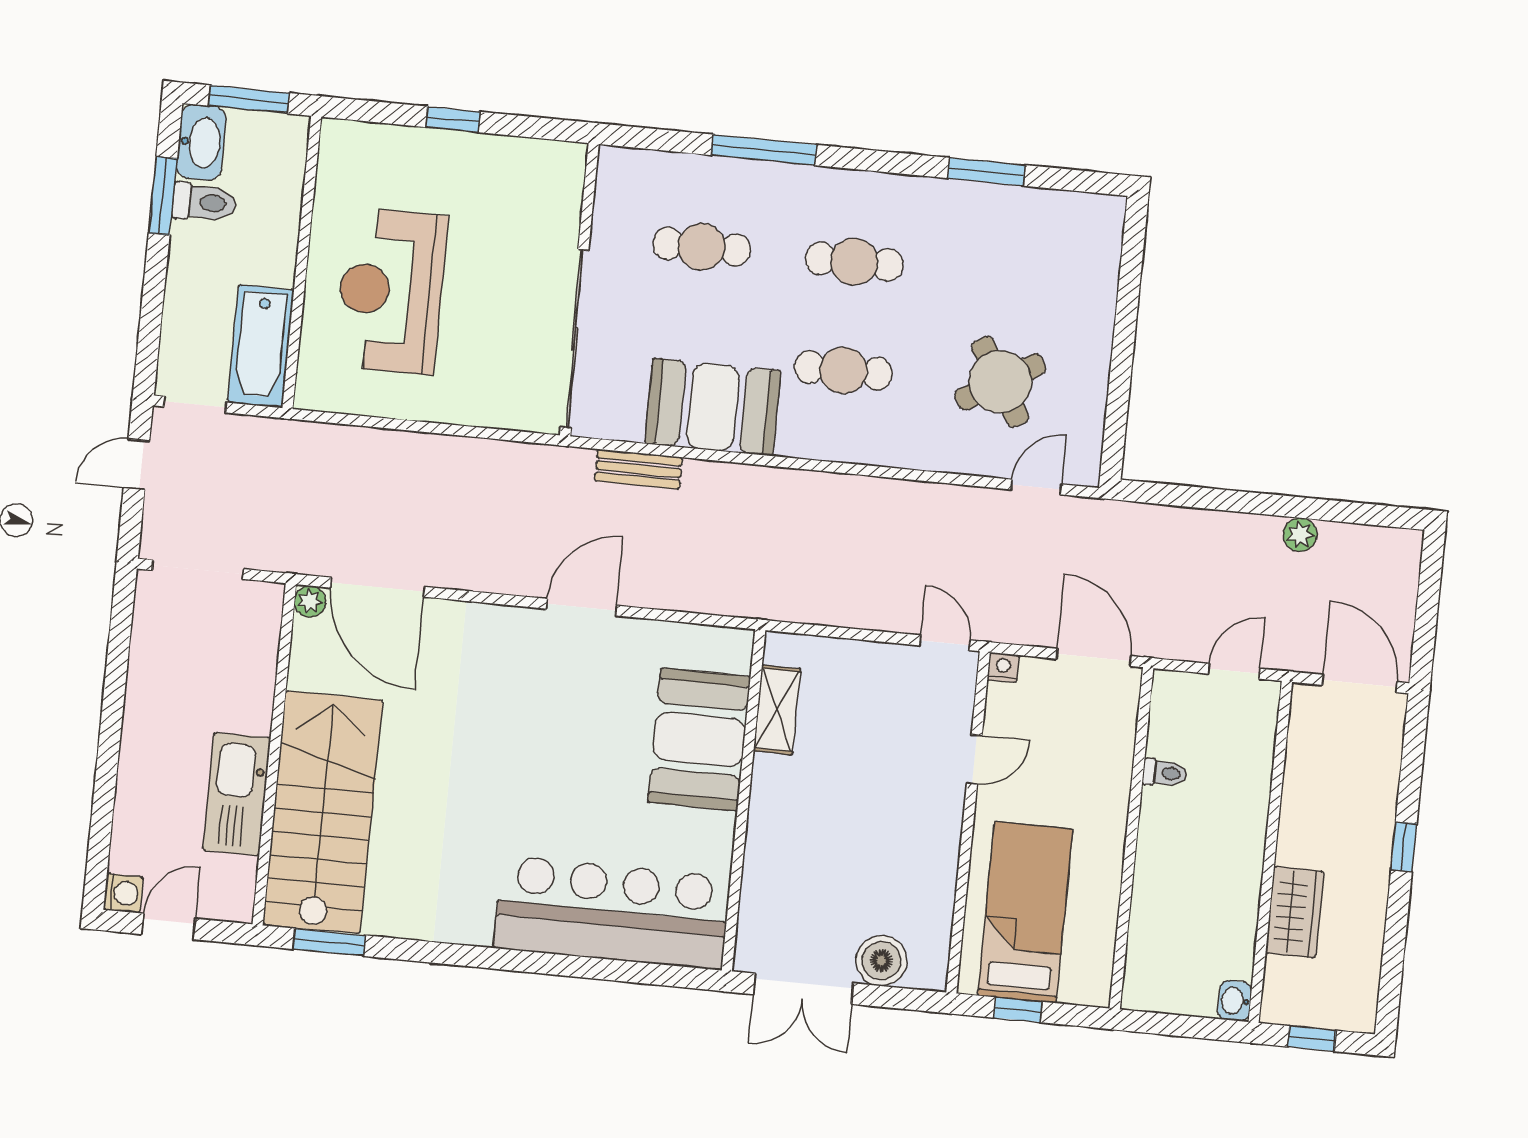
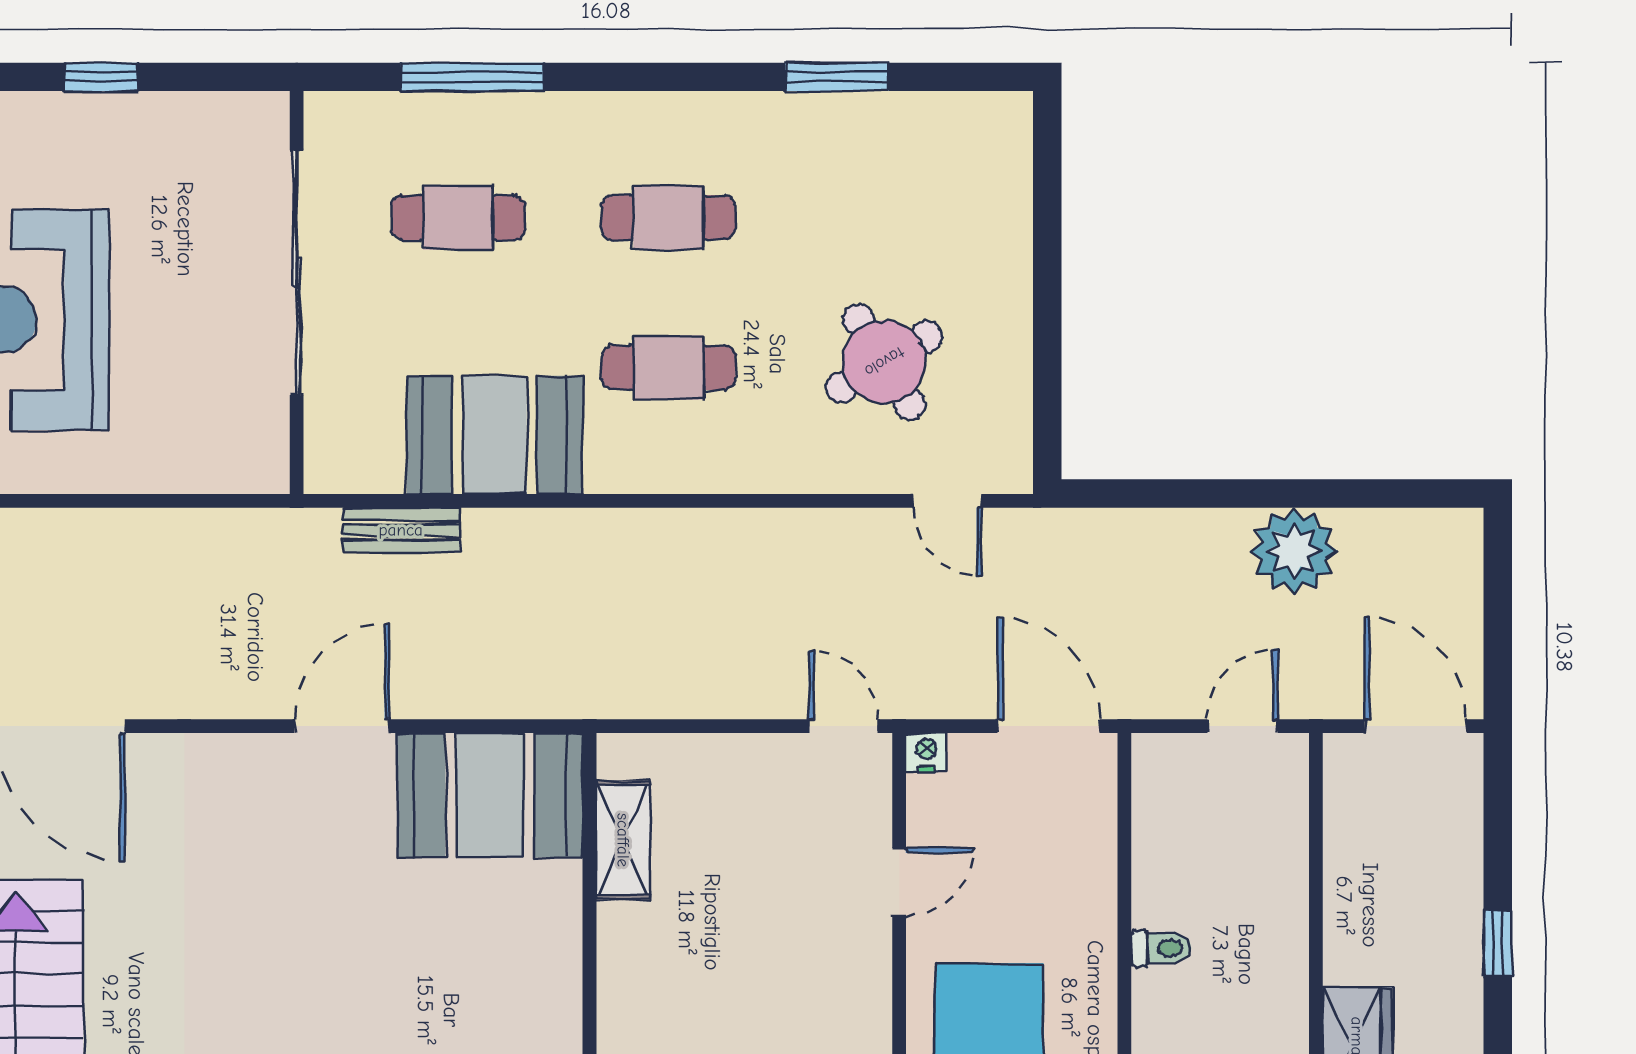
window: (764, 150) -> (472, 77), moved
sliding door: (575, 339) -> (297, 273), moved
door: (1036, 487) -> (947, 501), swing flipped
plant: (1300, 535) -> (1294, 551), width x1.87, depth x1.87
booth: (699, 739) -> (490, 795), moved, turned 90
toilet: (1165, 773) -> (1161, 948), moved

